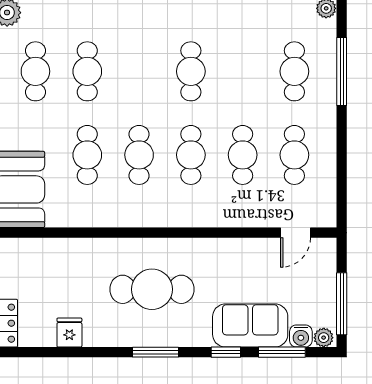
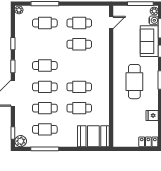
cafe table: (191, 155) -> (45, 87), moved
door: (296, 233) -> (111, 23), hinge flipped

